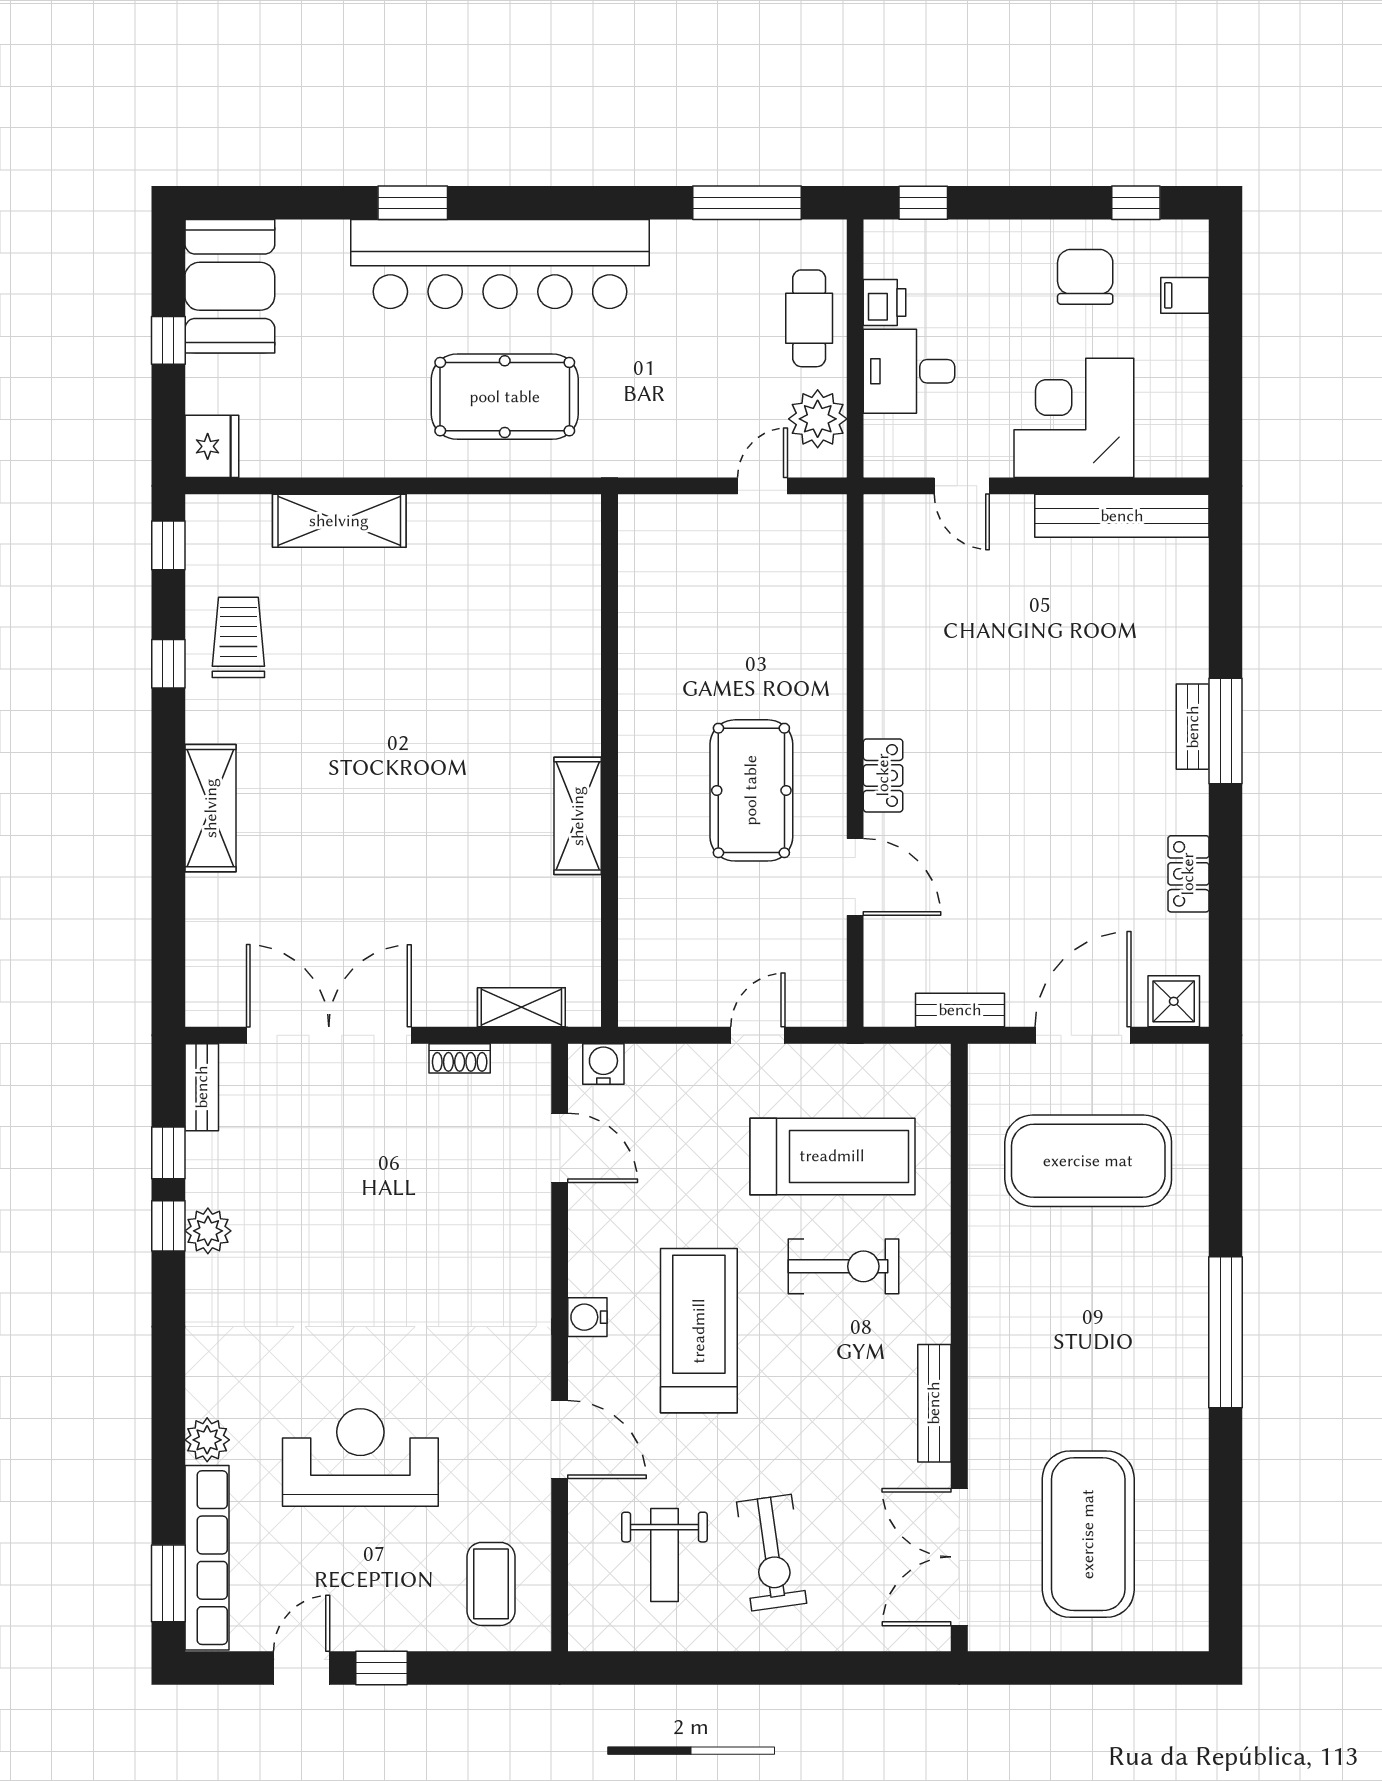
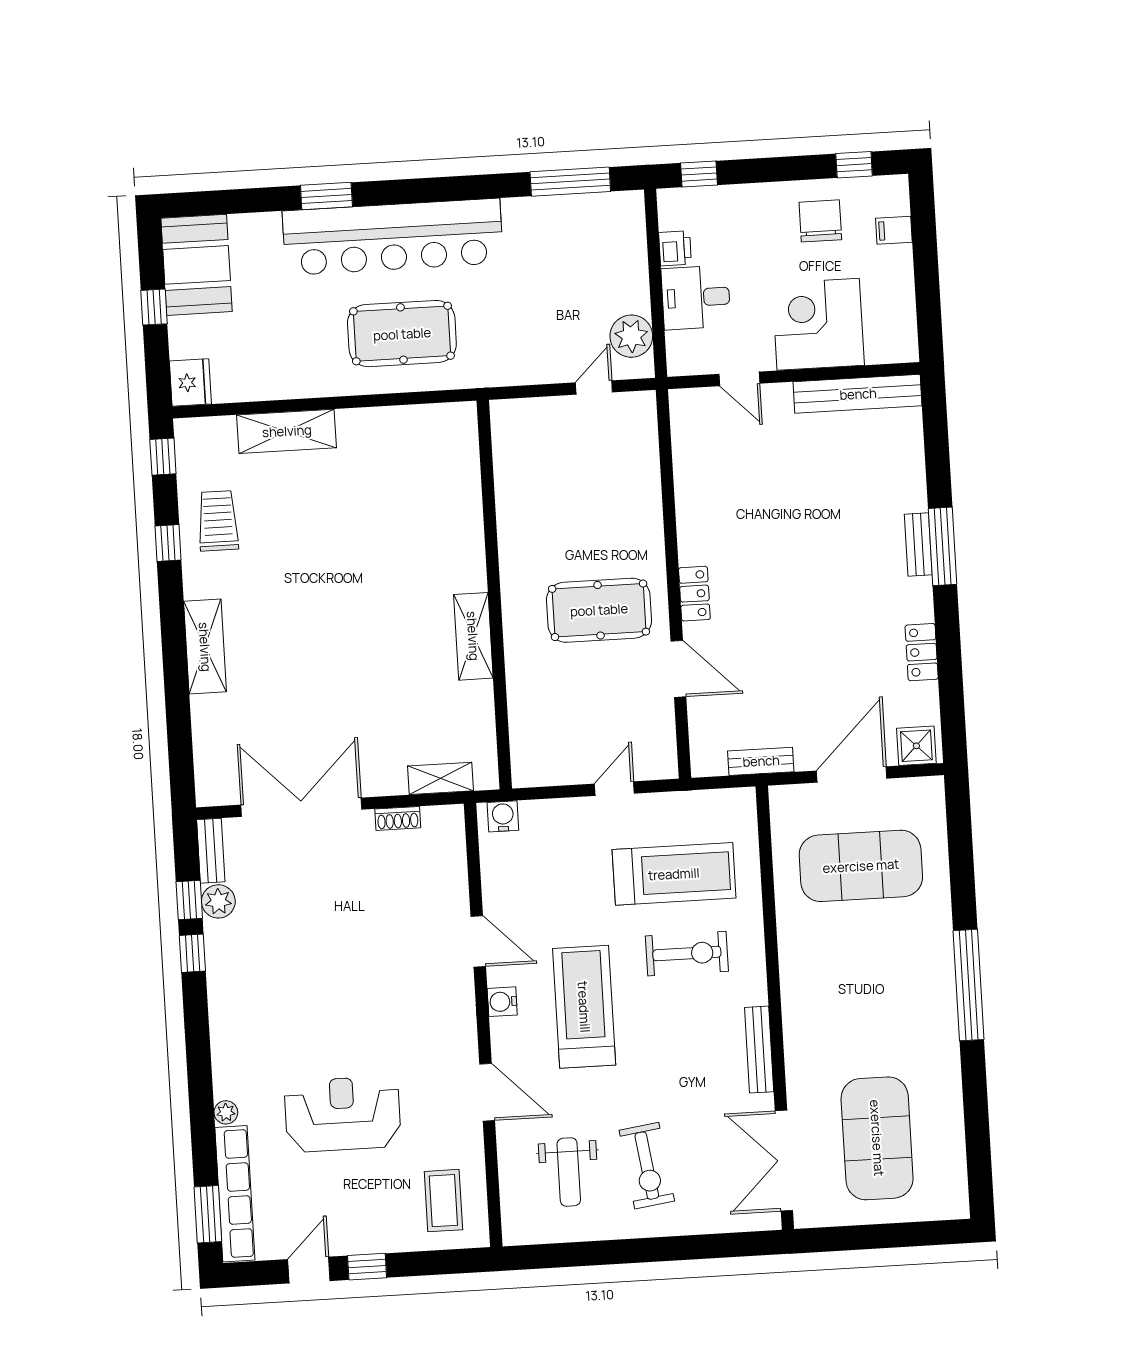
cafe table: (809, 318) -> (621, 263), removed
pool table: (751, 790) -> (599, 610), turned 90
door: (560, 1148) -> (478, 941), moved
plant: (208, 1231) -> (218, 901), moved
plant: (207, 1440) -> (226, 1112), width x0.73, depth x0.73

